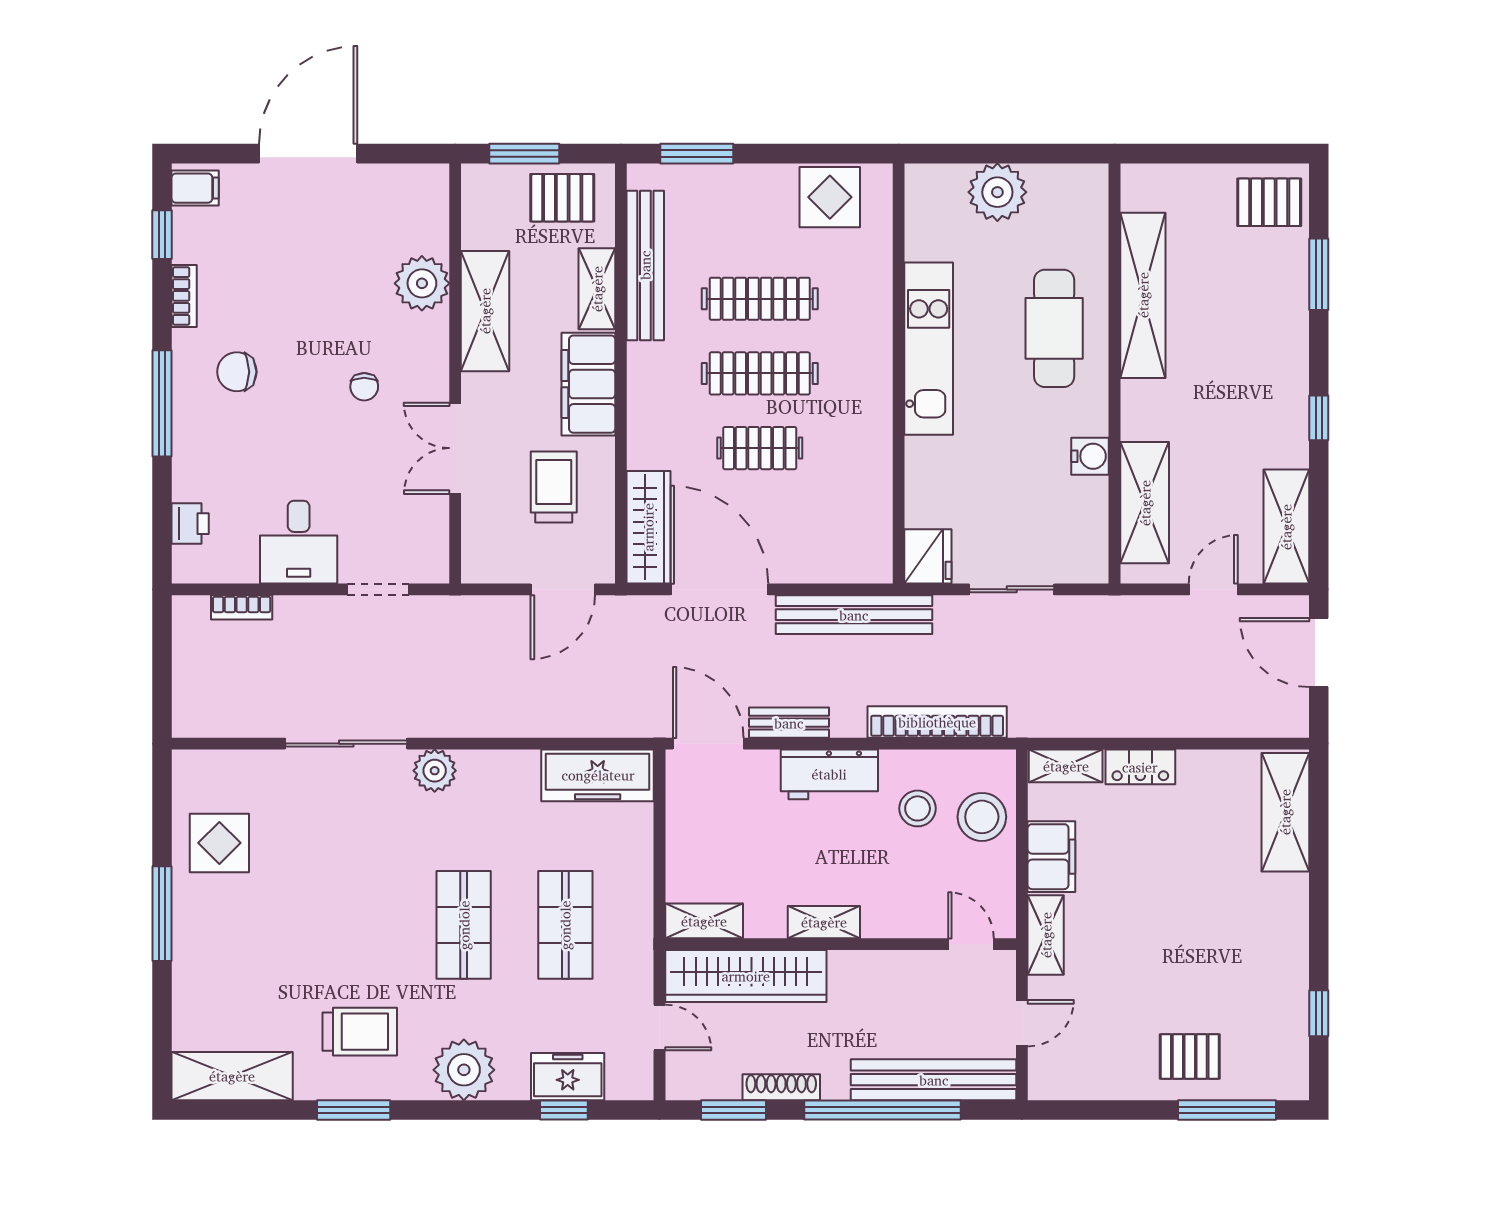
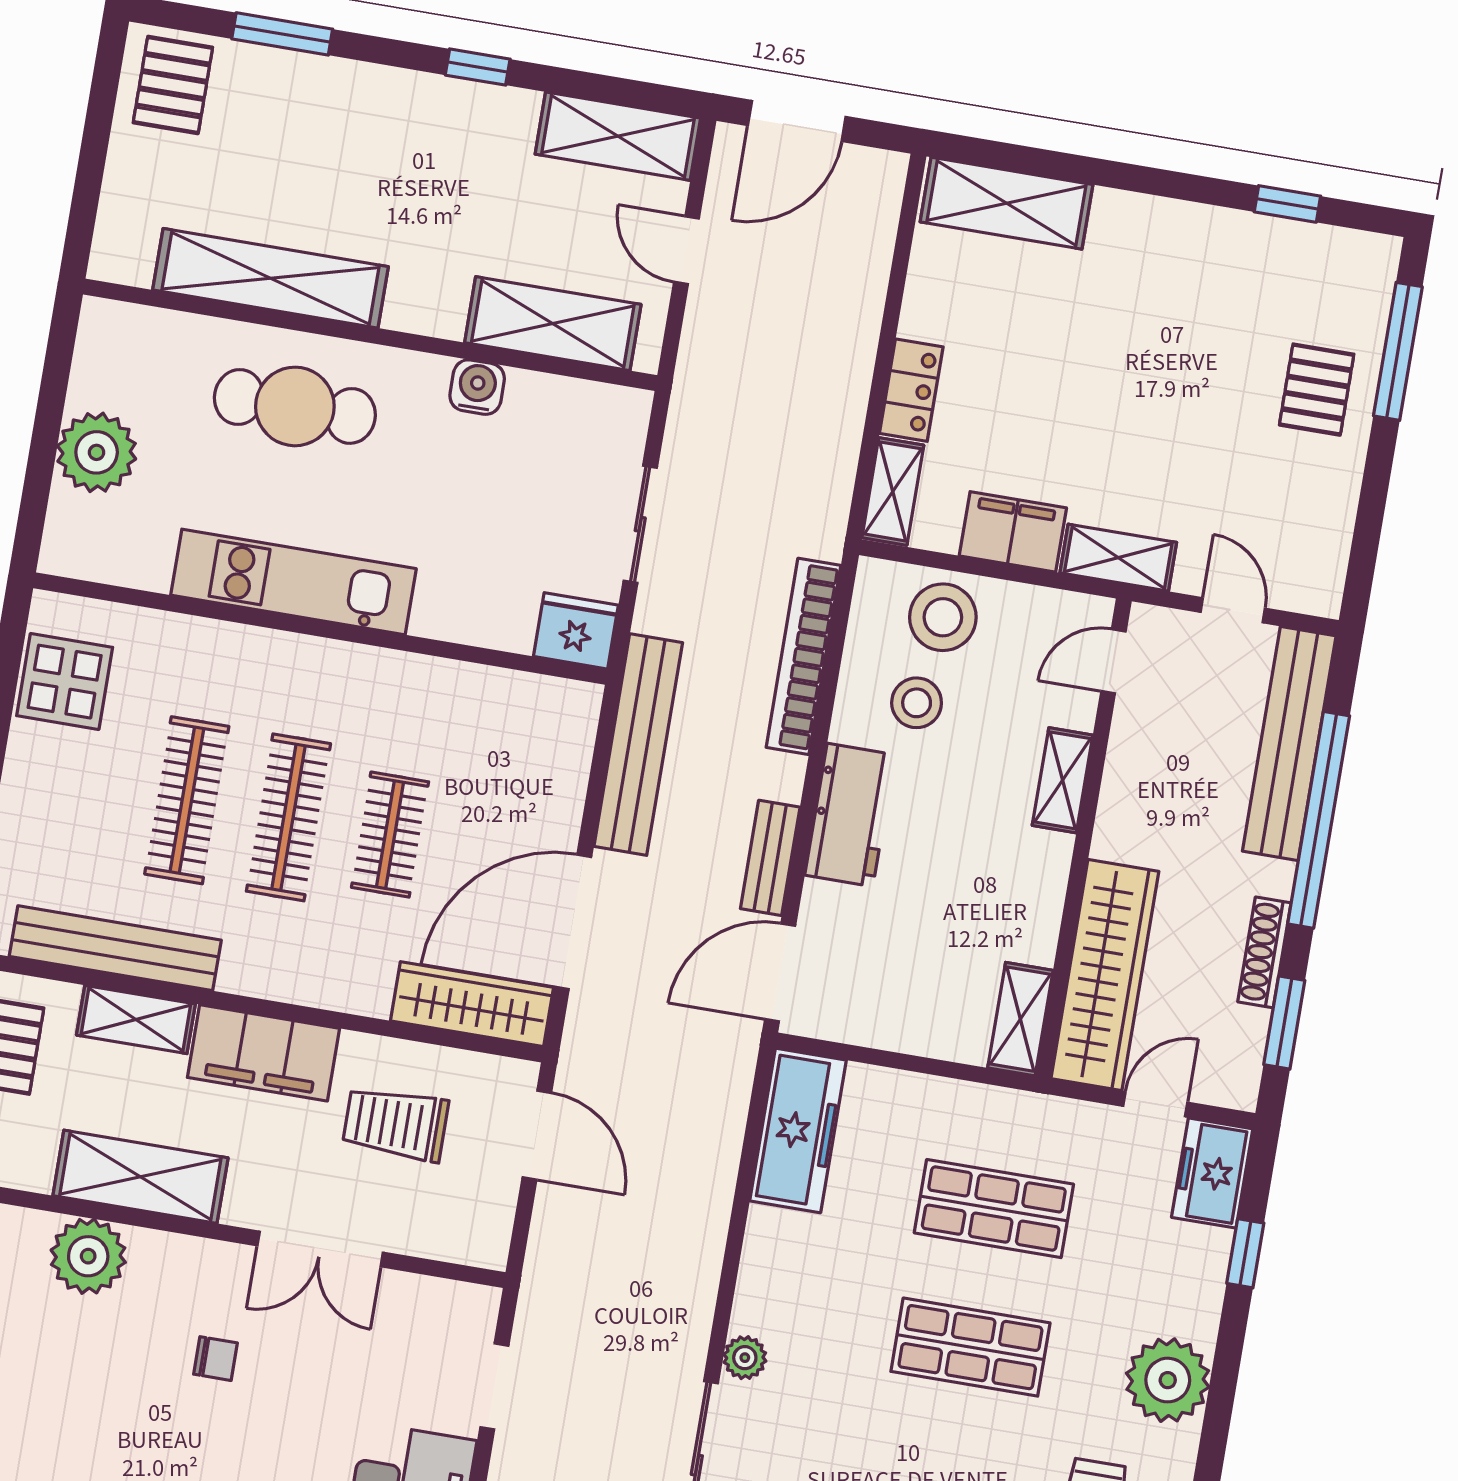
plant: (435, 771) -> (745, 1358), width x0.73, depth x0.73
shelving: (824, 922) -> (1063, 780), moved
freezer: (568, 1077) -> (1212, 1173), moved

